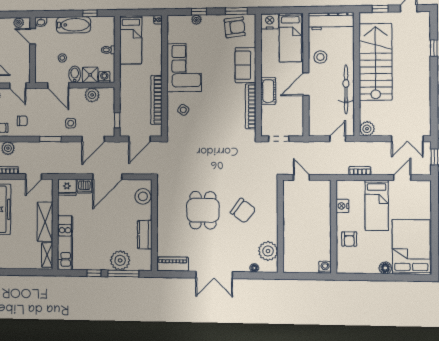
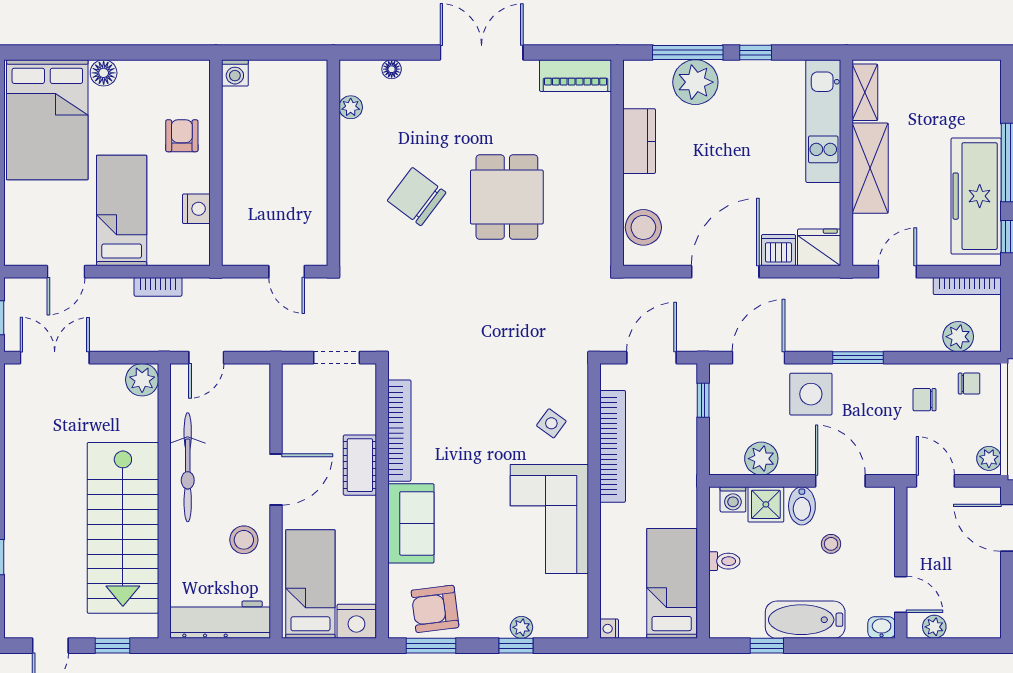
side table: (71, 123) -> (811, 394), width x1.87, depth x1.87
plant: (268, 251) -> (351, 107), width x0.53, depth x0.53

